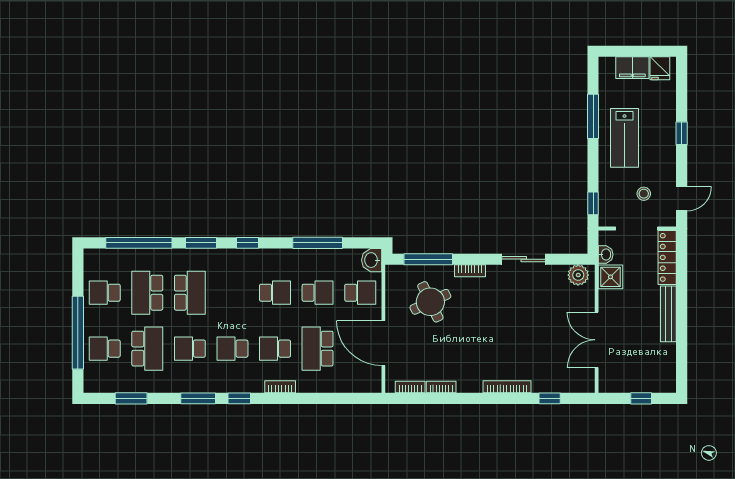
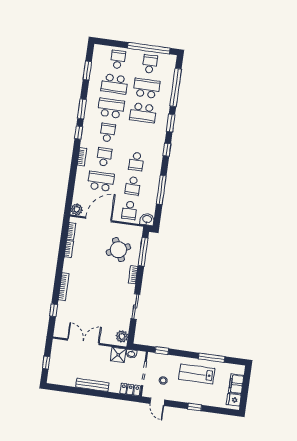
locker: (667, 257) -> (130, 390), width x0.66
window: (78, 333) -> (149, 48), moved
school desk: (190, 349) -> (111, 108), width x1.85
plant: (372, 383) -> (77, 209), added

